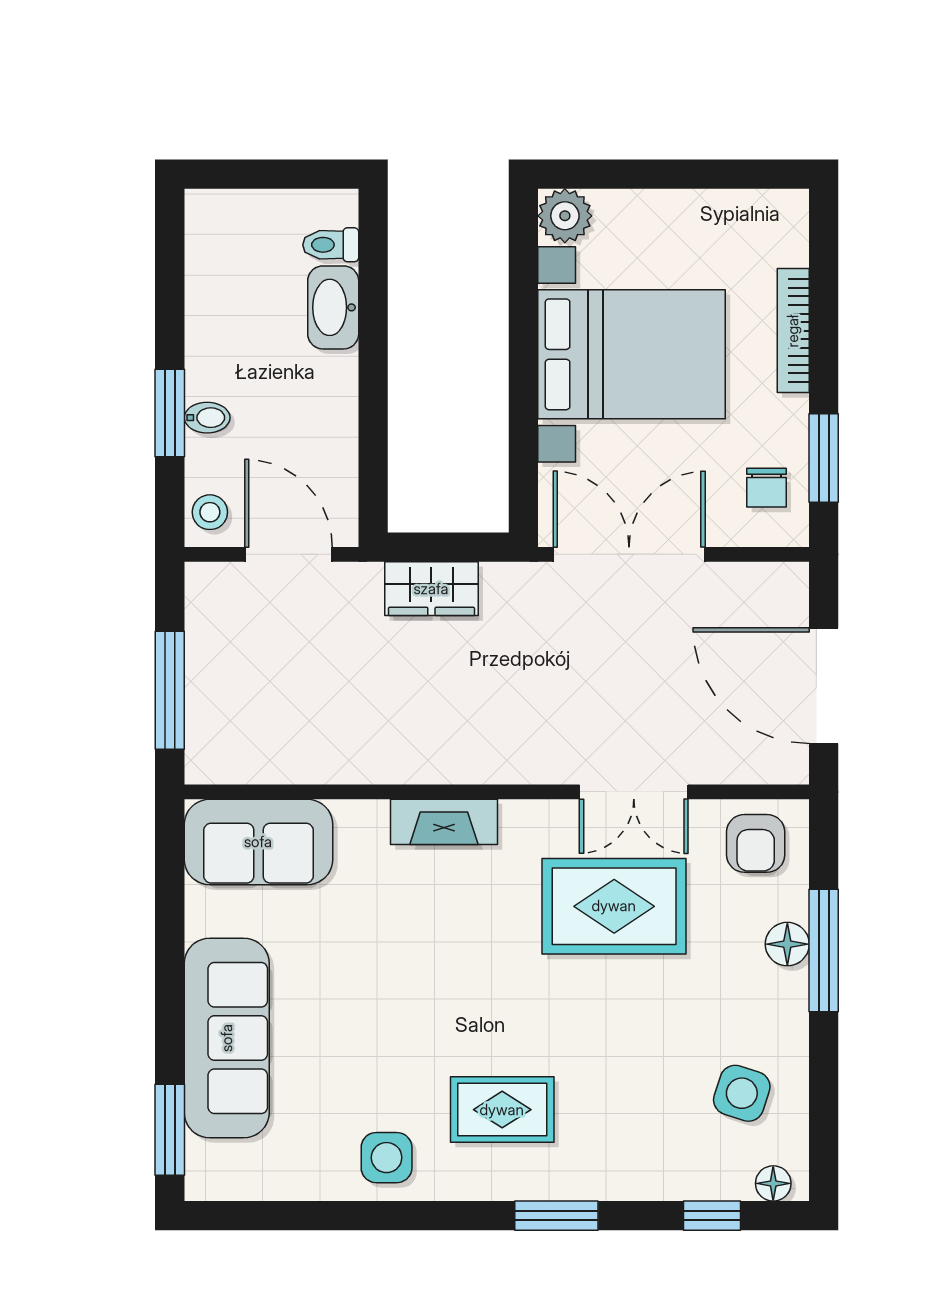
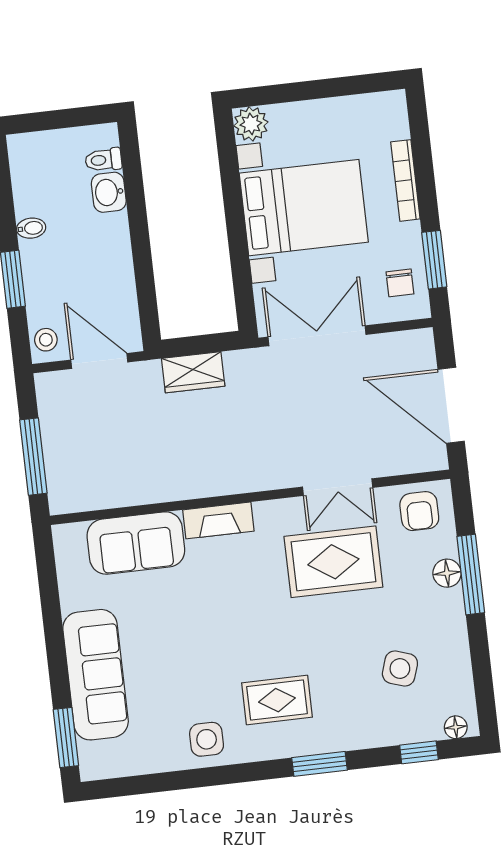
washbasin: (333, 307) -> (109, 192), width x0.72
bidet: (207, 418) -> (31, 228), moved
sofa: (258, 842) -> (136, 543), moved
side table: (742, 1093) -> (400, 669), moved

